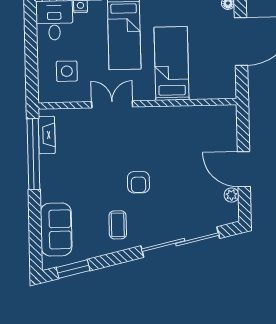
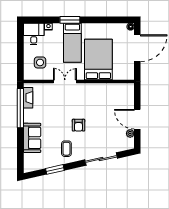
bed: (172, 63) -> (98, 59), width x1.50
sofa: (56, 229) -> (32, 138), moved
sliding door: (180, 242) -> (101, 159), width x0.73
window: (73, 269) -> (55, 169), moved

